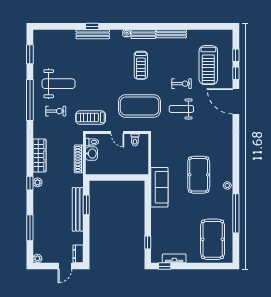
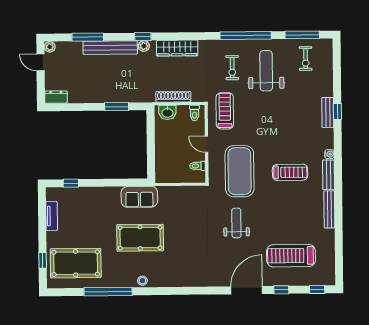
bench: (93, 34) -> (328, 112), width x0.73
window: (30, 54) -> (302, 35), width x1.44
window: (236, 55) -> (317, 289), moved
treadmill: (141, 65) -> (290, 172), turned 180
weight bench: (59, 84) -> (266, 71), turned 180
exercise bike: (182, 84) -> (306, 59), moved
door: (117, 132) -> (207, 144), hinge flipped
washbasin: (91, 154) -> (167, 113), moved
pool table: (199, 175) -> (140, 238), moved
sofa: (159, 187) -> (139, 197), width x0.73
bench: (78, 209) -> (110, 48), moved
door: (65, 266) -> (41, 62), moved
window: (165, 266) -> (43, 260), moved

